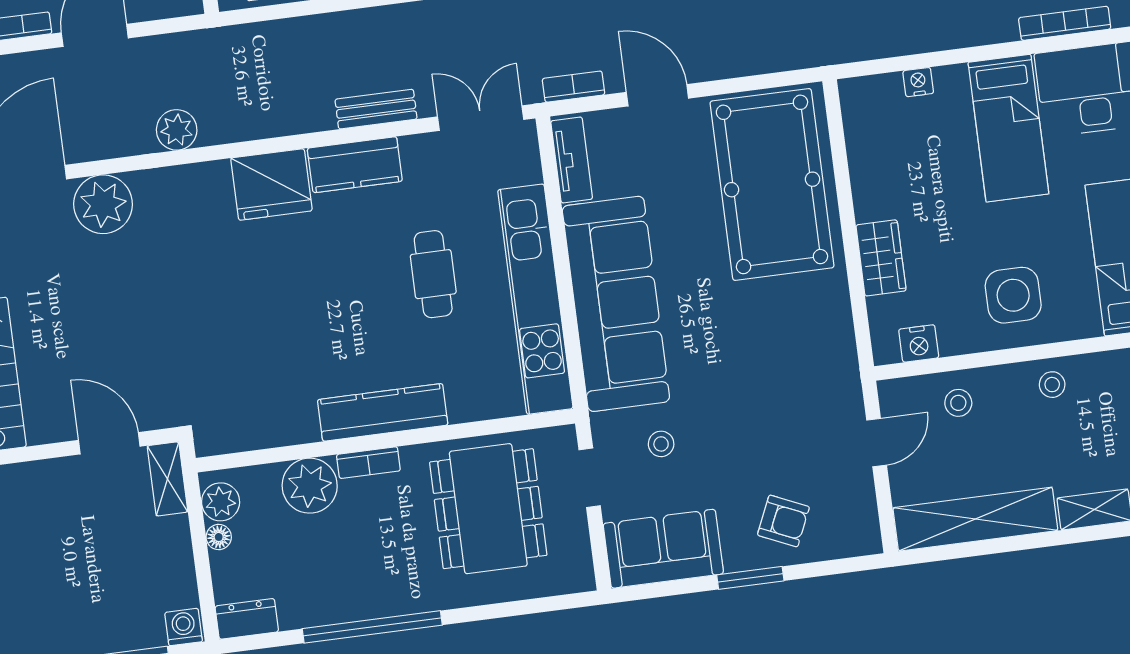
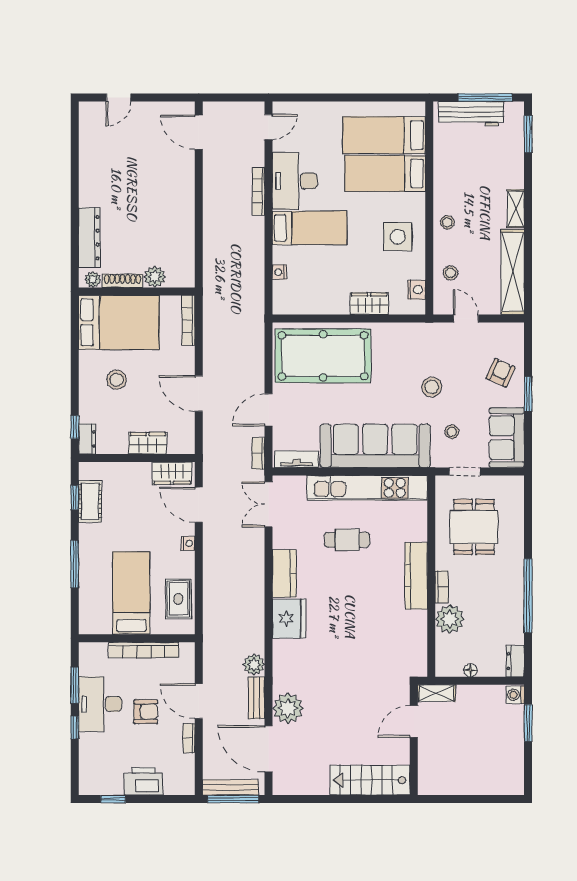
bench: (376, 109) -> (257, 698), moved
stool: (740, 395) -> (432, 387), added
plant: (221, 502) -> (452, 667), removed
dining table: (488, 509) -> (474, 527), width x0.73

